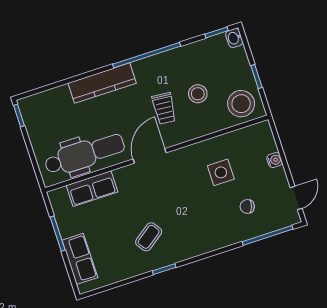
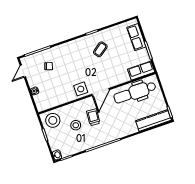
kitchen counter: (102, 83) -> (153, 120), moved
side table: (221, 172) -> (81, 89), moved
row of seats: (92, 189) -> (141, 71), moved

